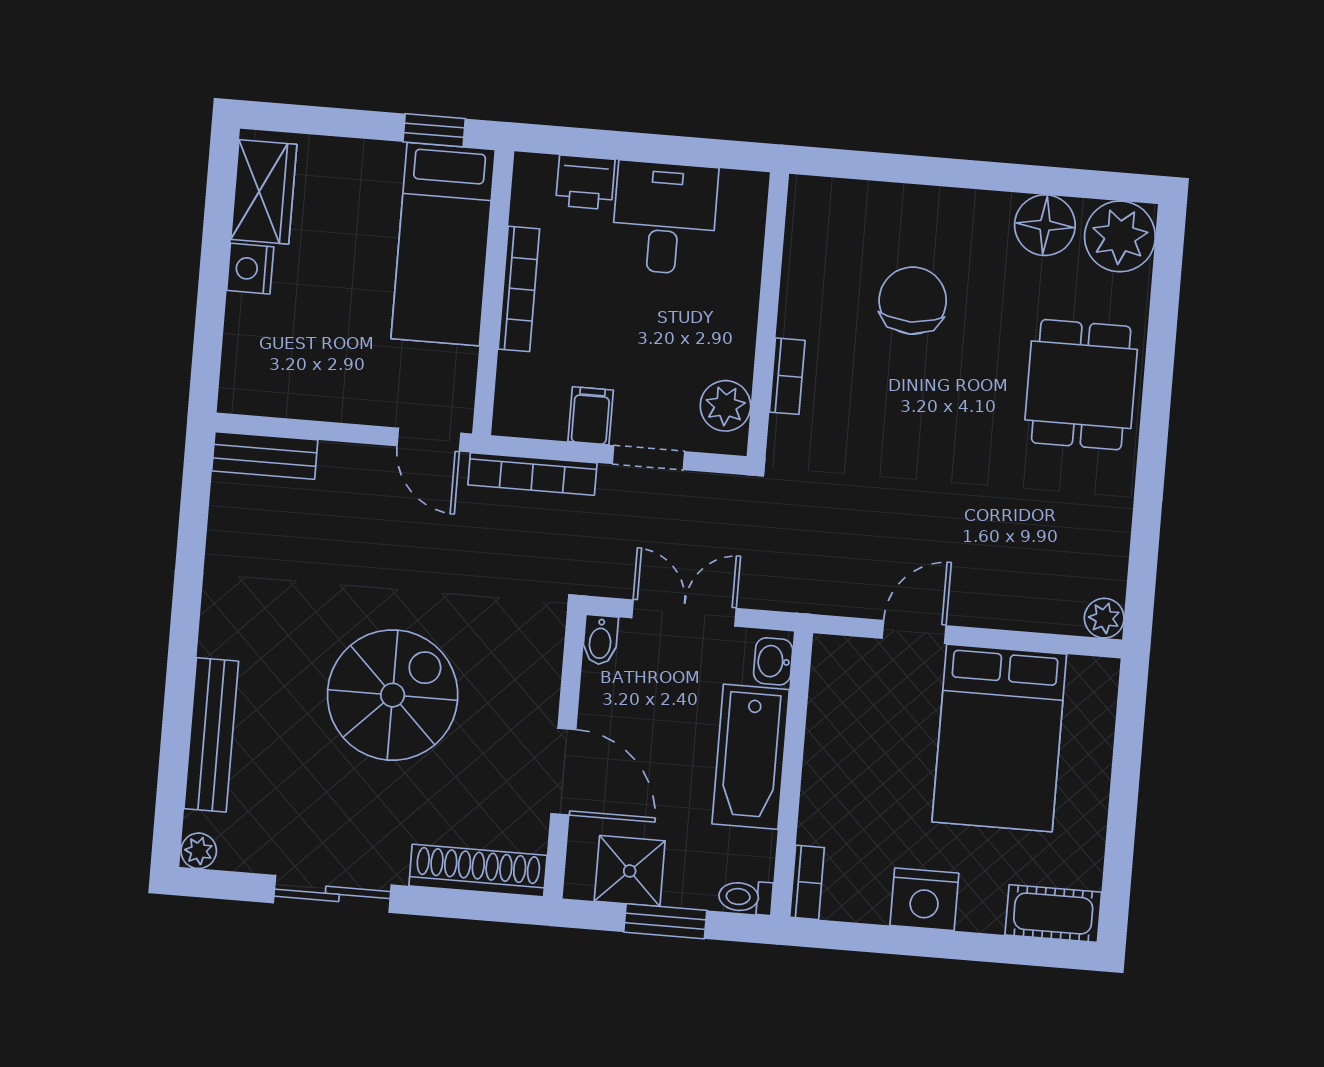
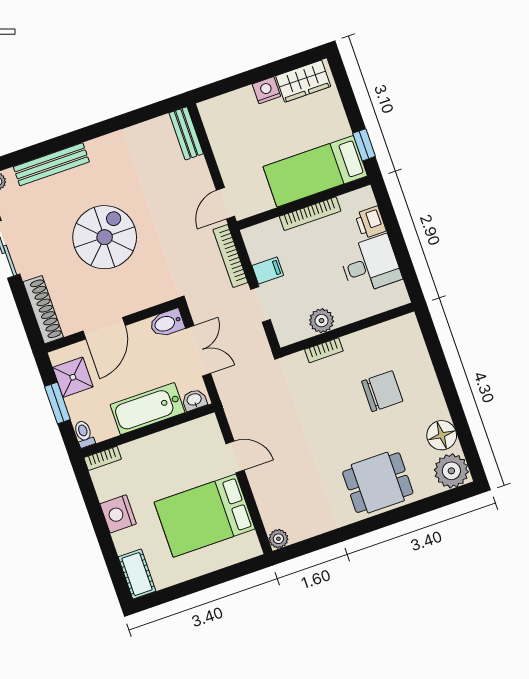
plant: (725, 406) -> (322, 321), moved
bidet: (600, 640) -> (167, 323), width x1.38, depth x1.36
spiral stairs: (393, 695) -> (105, 237), turned -90

